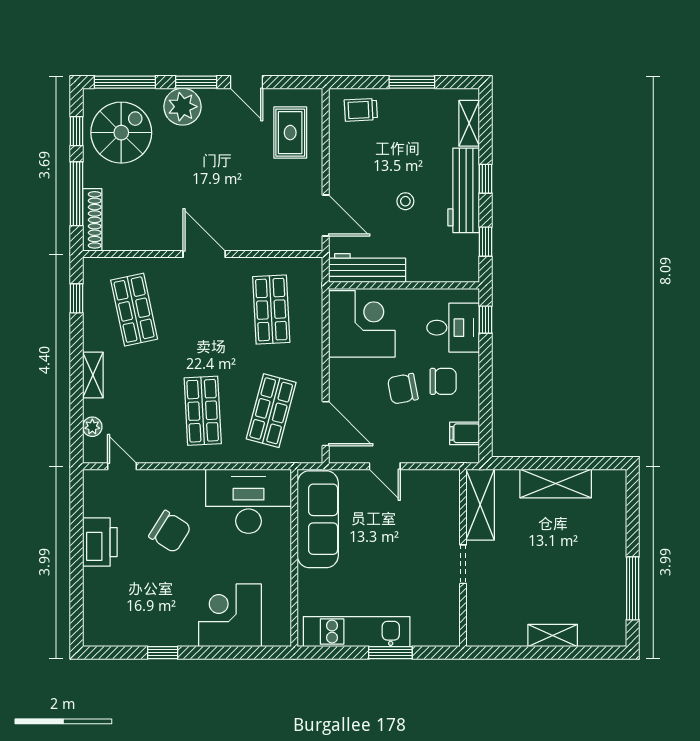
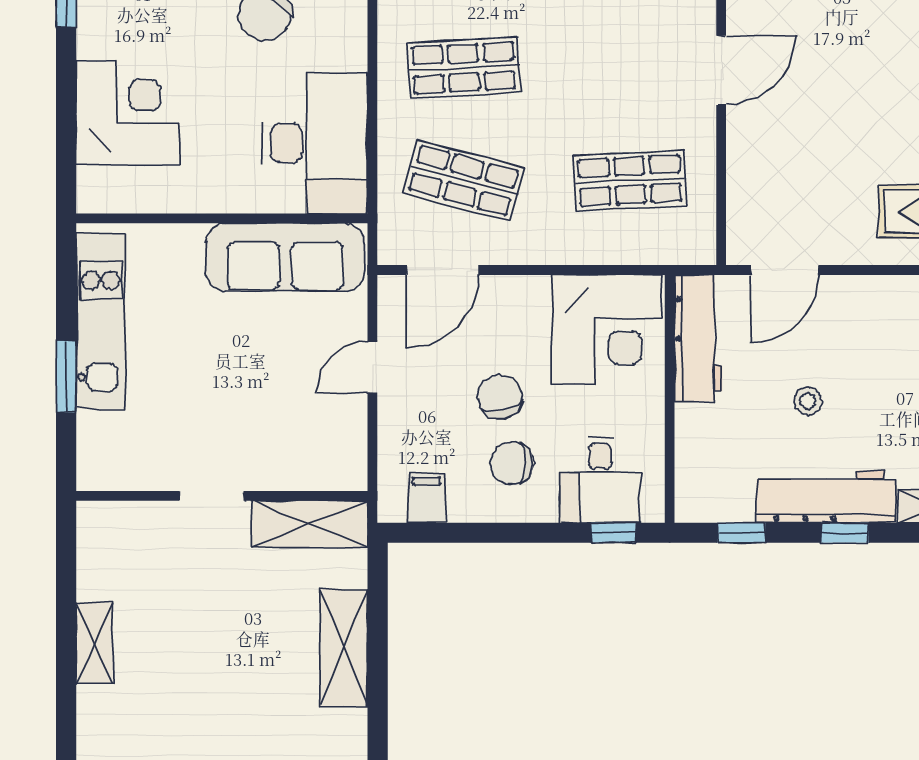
chair: (443, 381) -> (512, 463), turned 90

